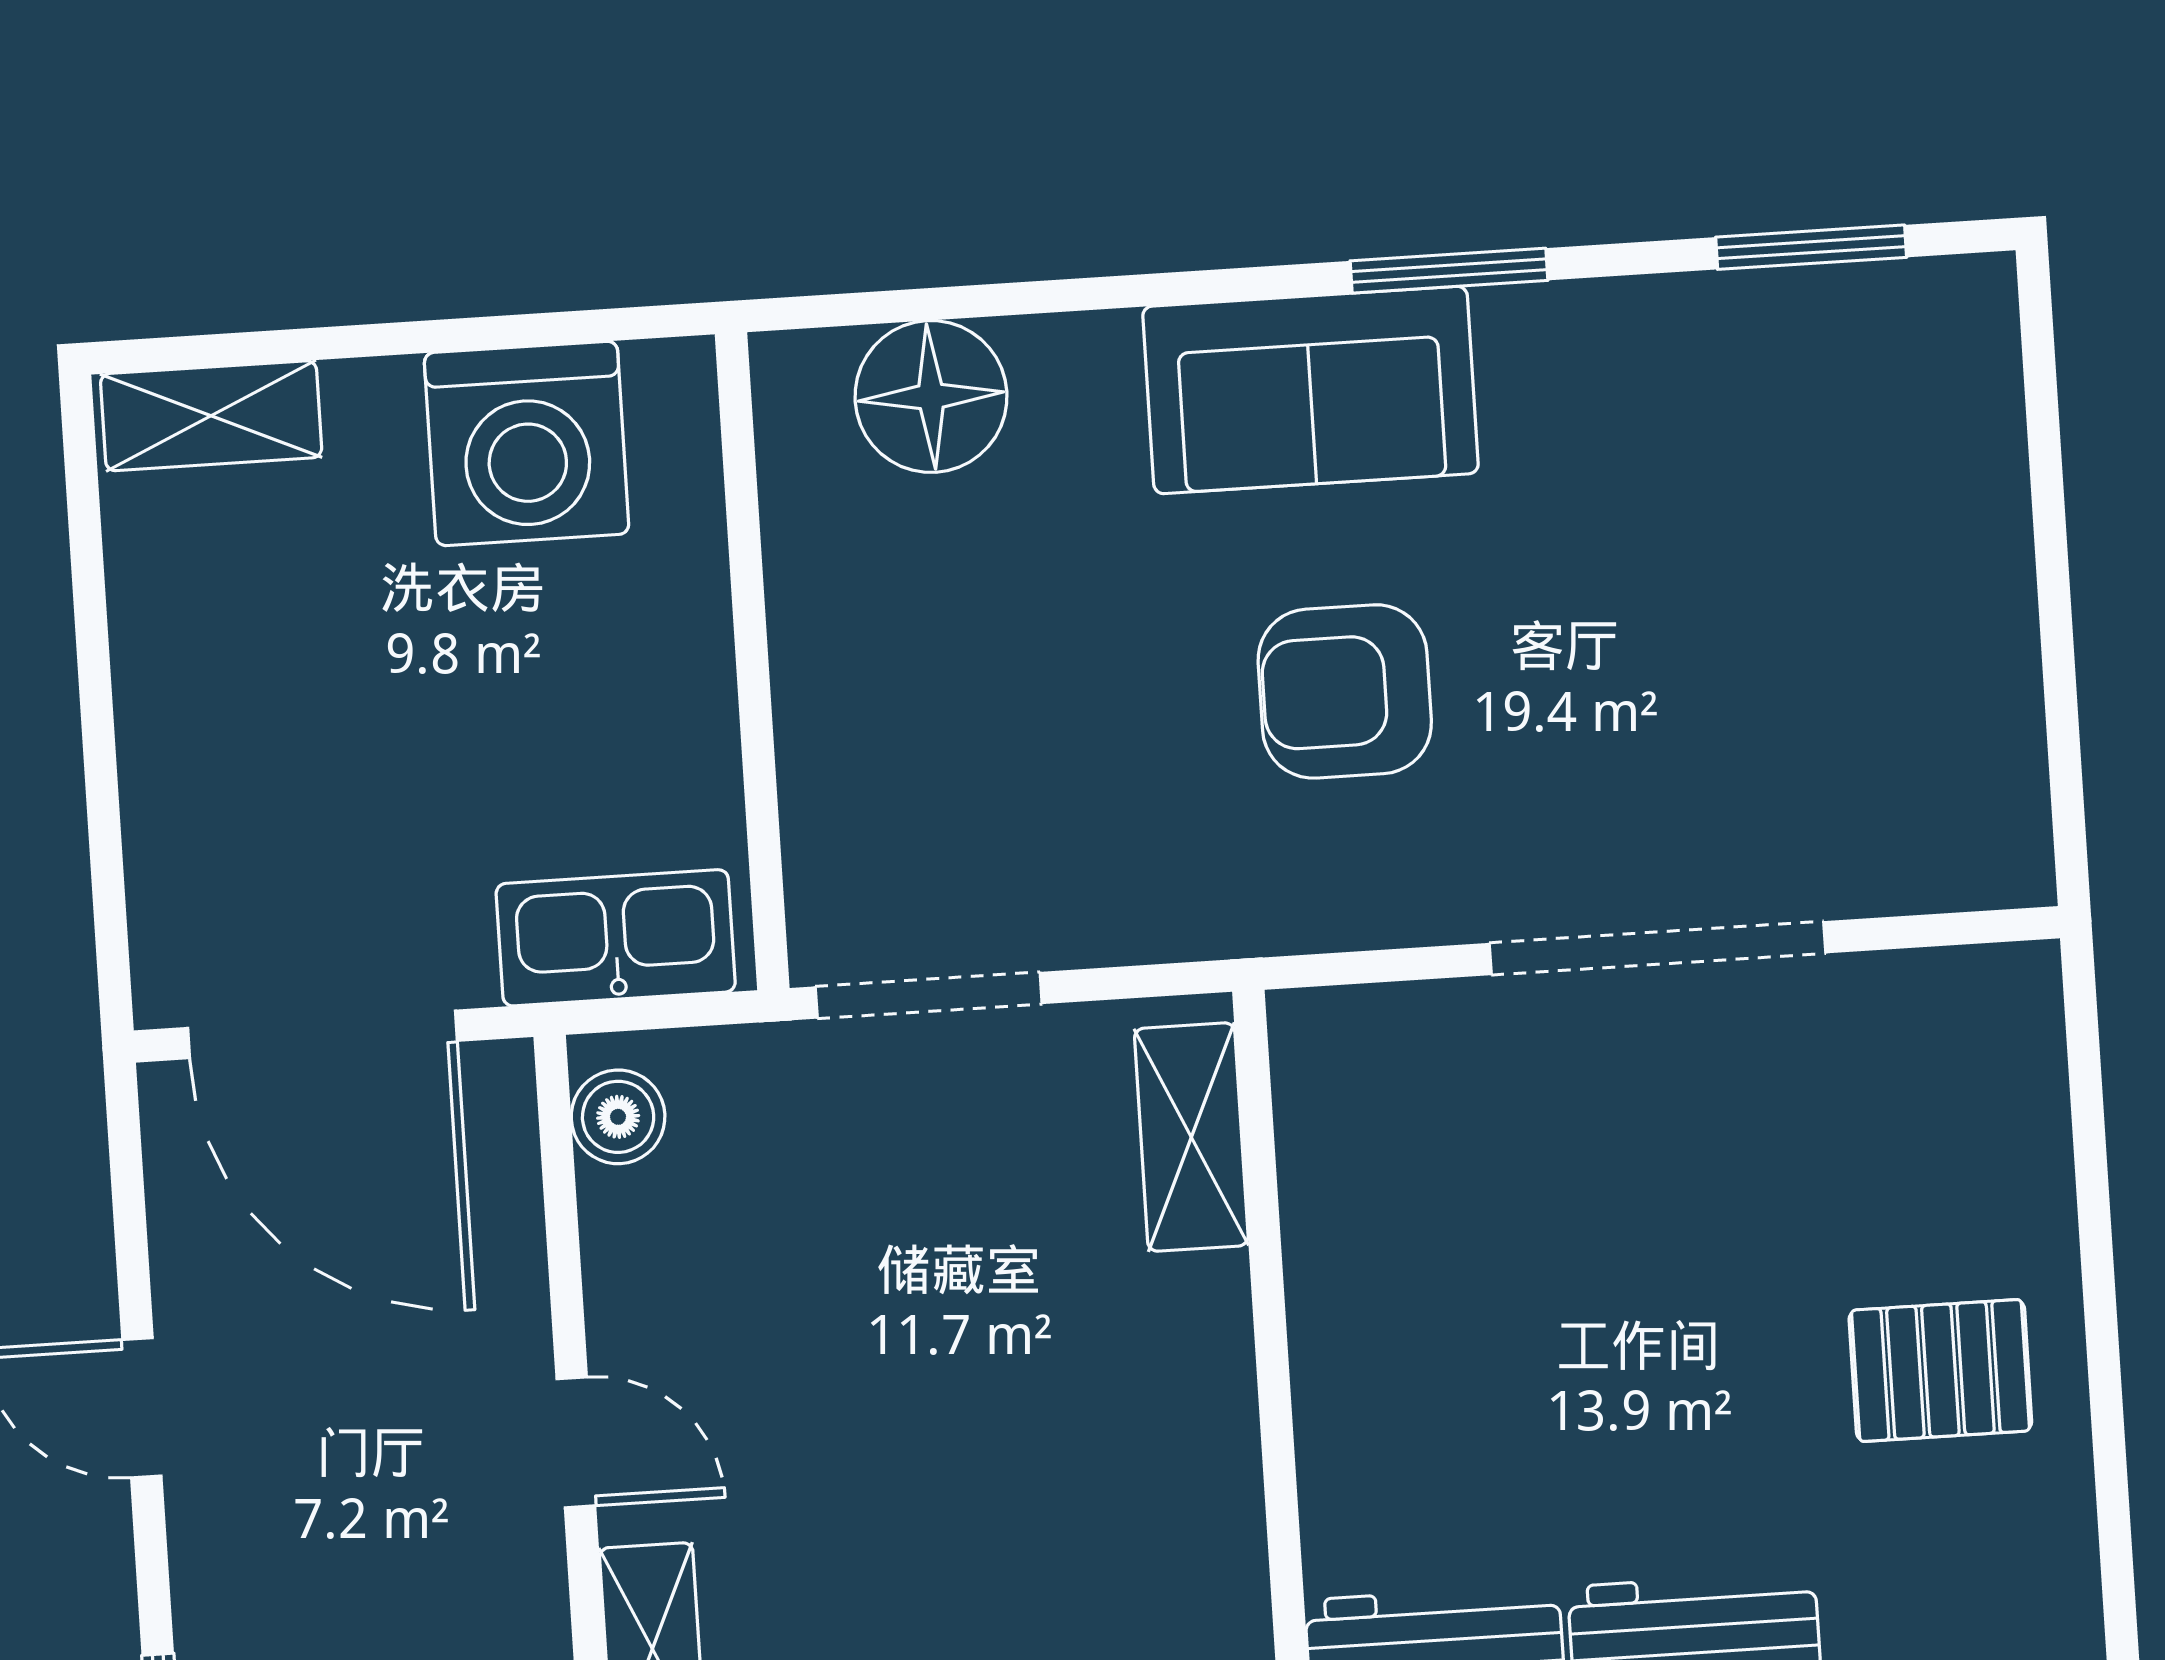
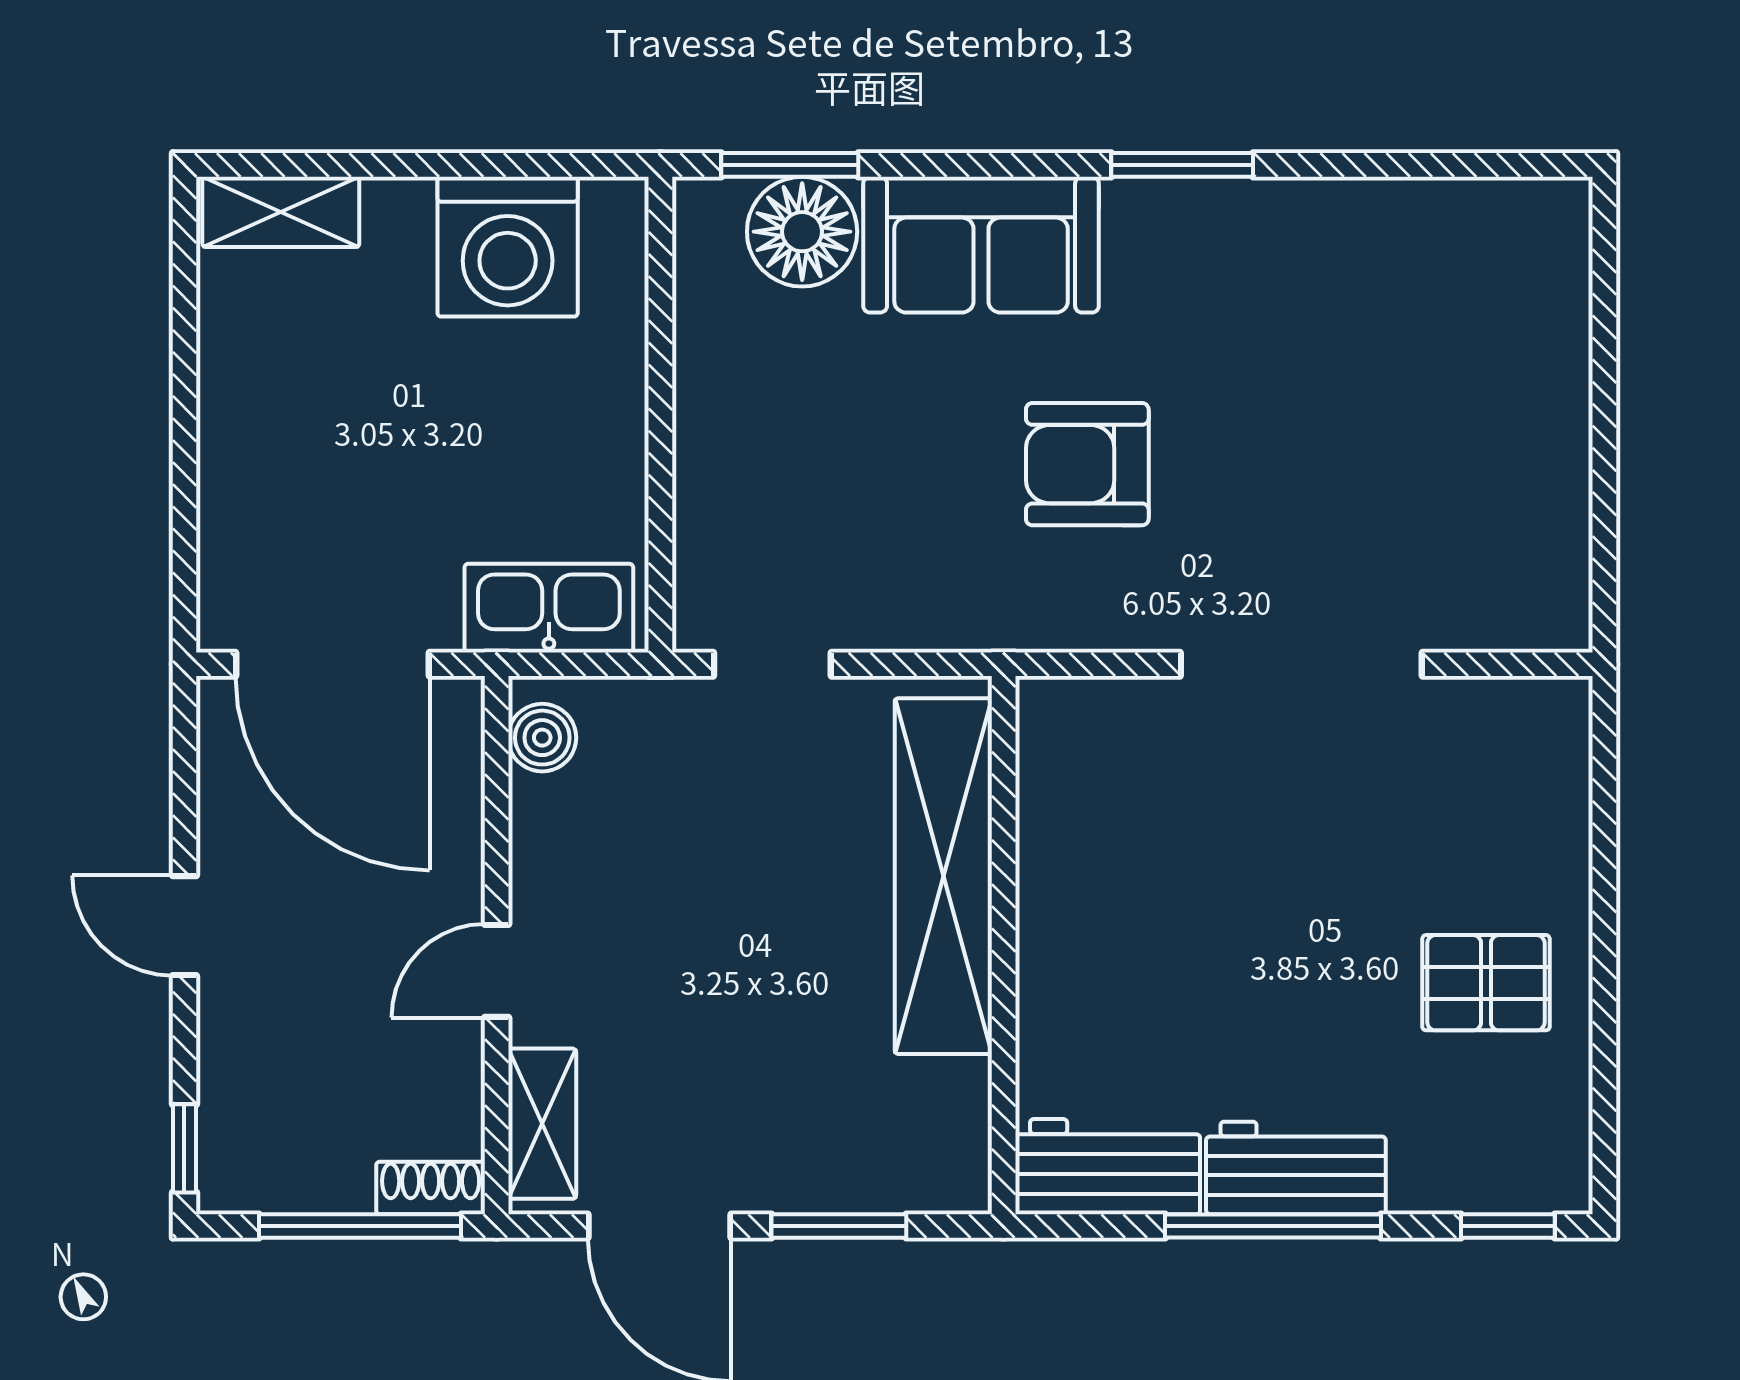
window: (1811, 247) -> (790, 165), moved
sofa: (1311, 390) -> (981, 245), moved
doorway: (929, 995) -> (772, 664), width x0.73
shelving: (1191, 1137) -> (943, 876), width x2.20, depth x1.33
door: (576, 1442) -> (497, 971), swing flipped

